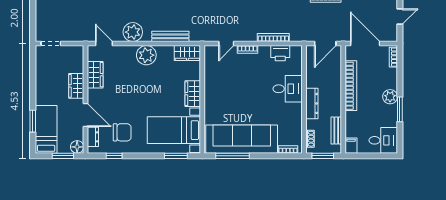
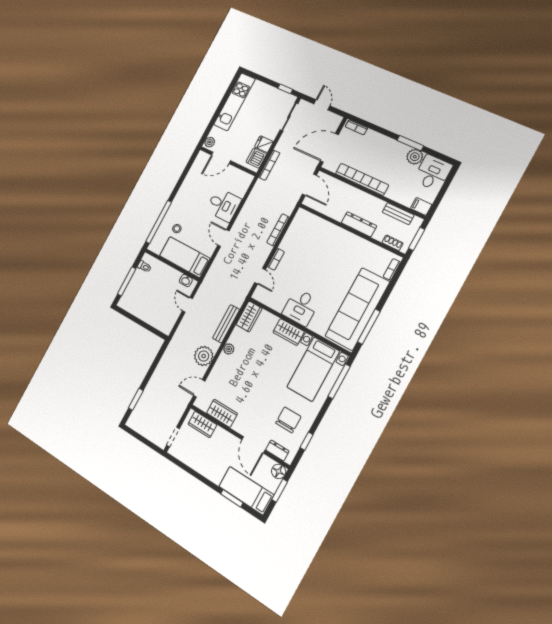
printer: (280, 53) -> (296, 231), removed
plant: (146, 55) -> (229, 349), width x0.53, depth x0.53
wardrobe: (76, 86) -> (202, 424), moved
desk: (288, 89) -> (301, 307), moved, turned 180
plant: (390, 97) -> (415, 157), moved
door: (85, 115) -> (253, 445), swing flipped
window: (176, 156) -> (339, 381), width x1.44

